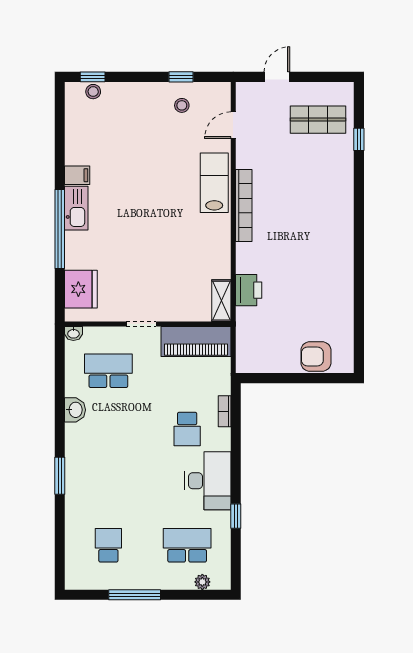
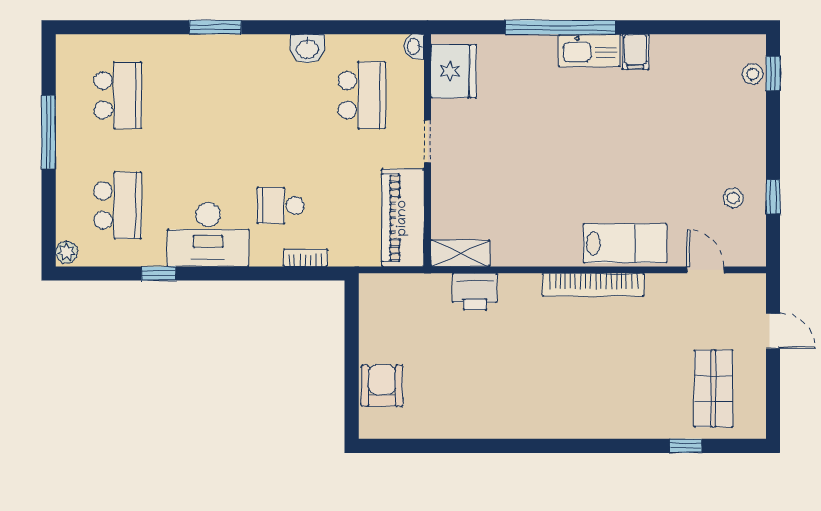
fridge: (81, 289) -> (453, 71), moved, turned -90
school desk: (108, 545) -> (118, 95), width x1.85
plant: (202, 582) -> (67, 252), moved

